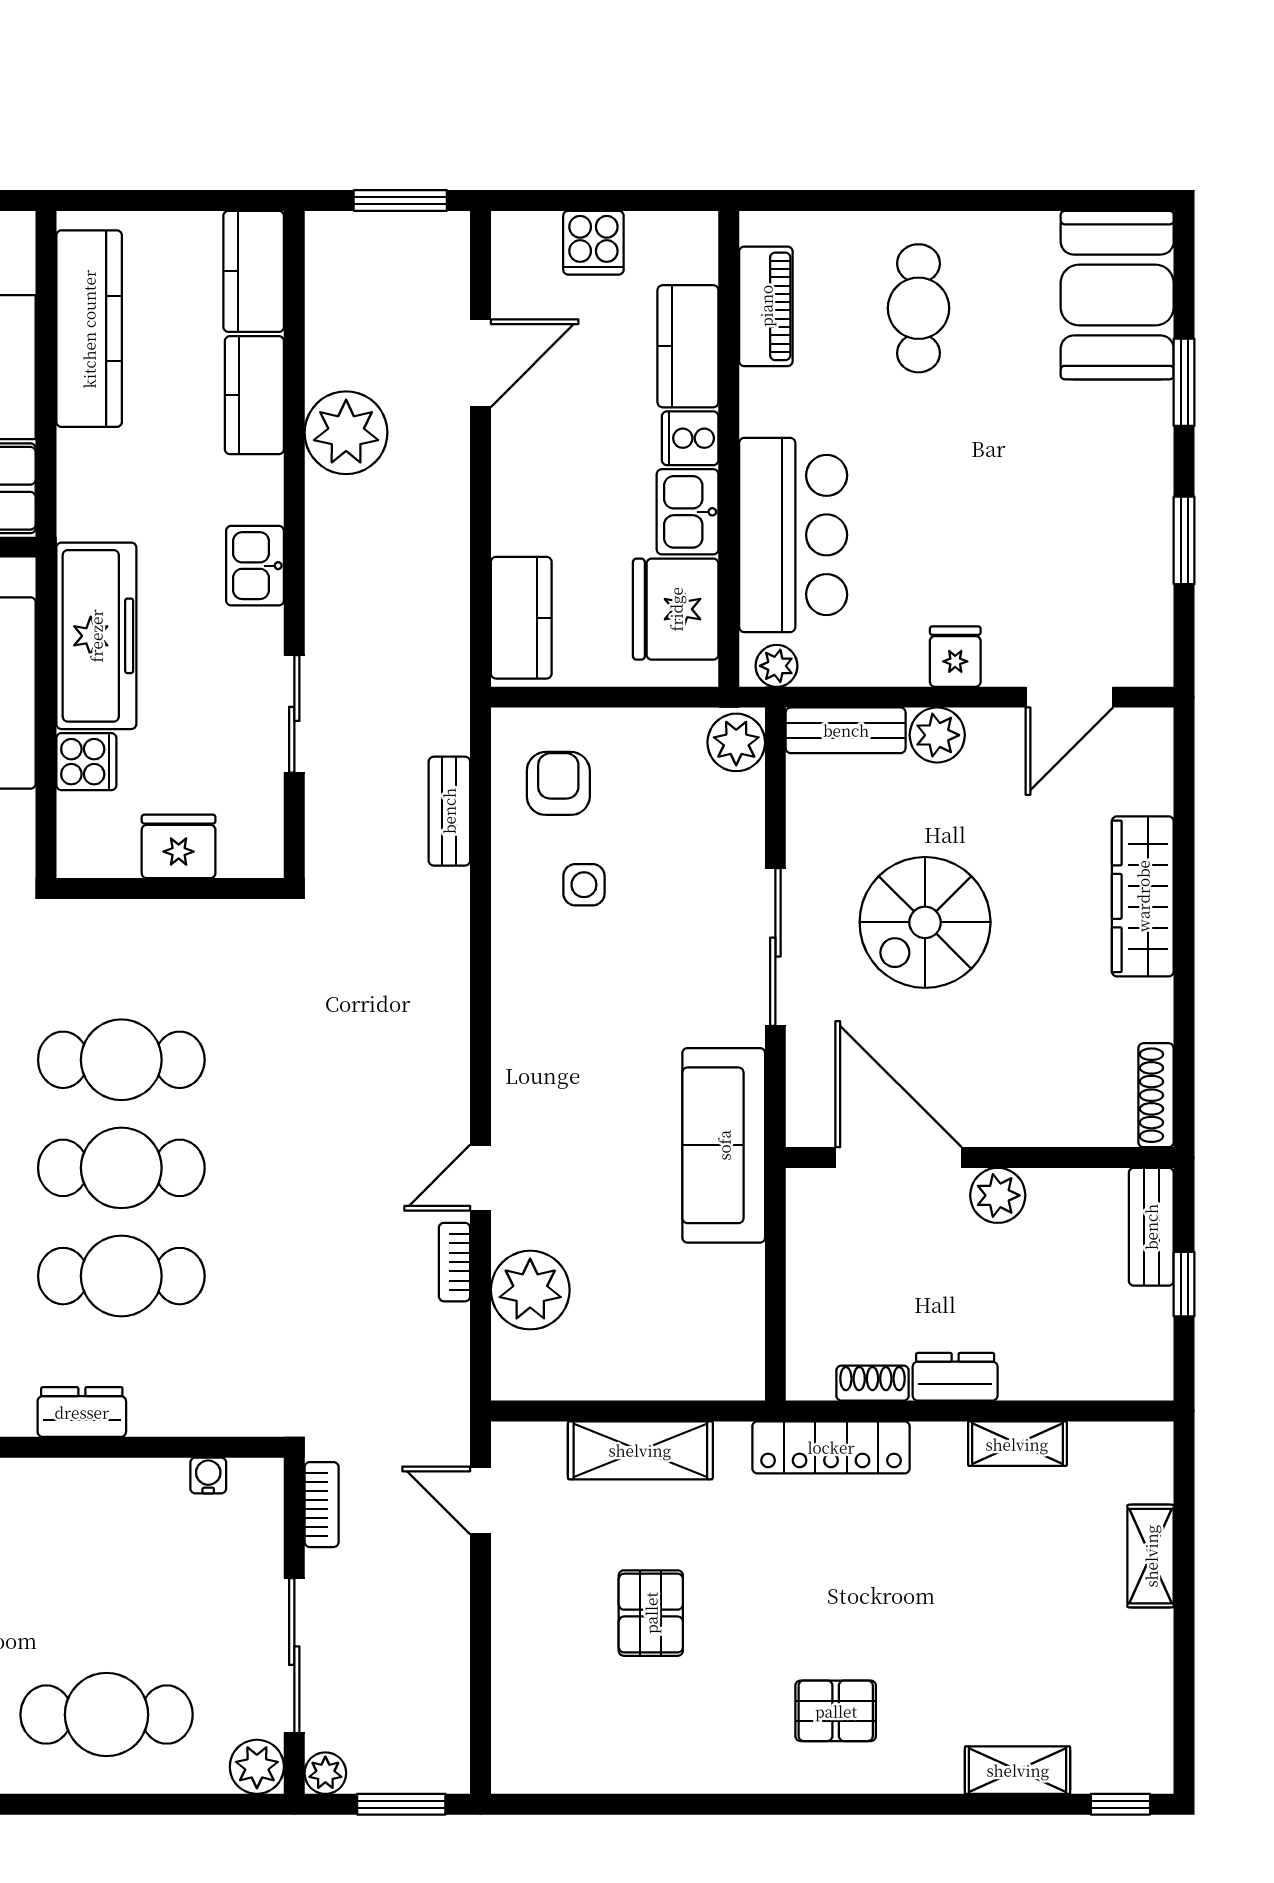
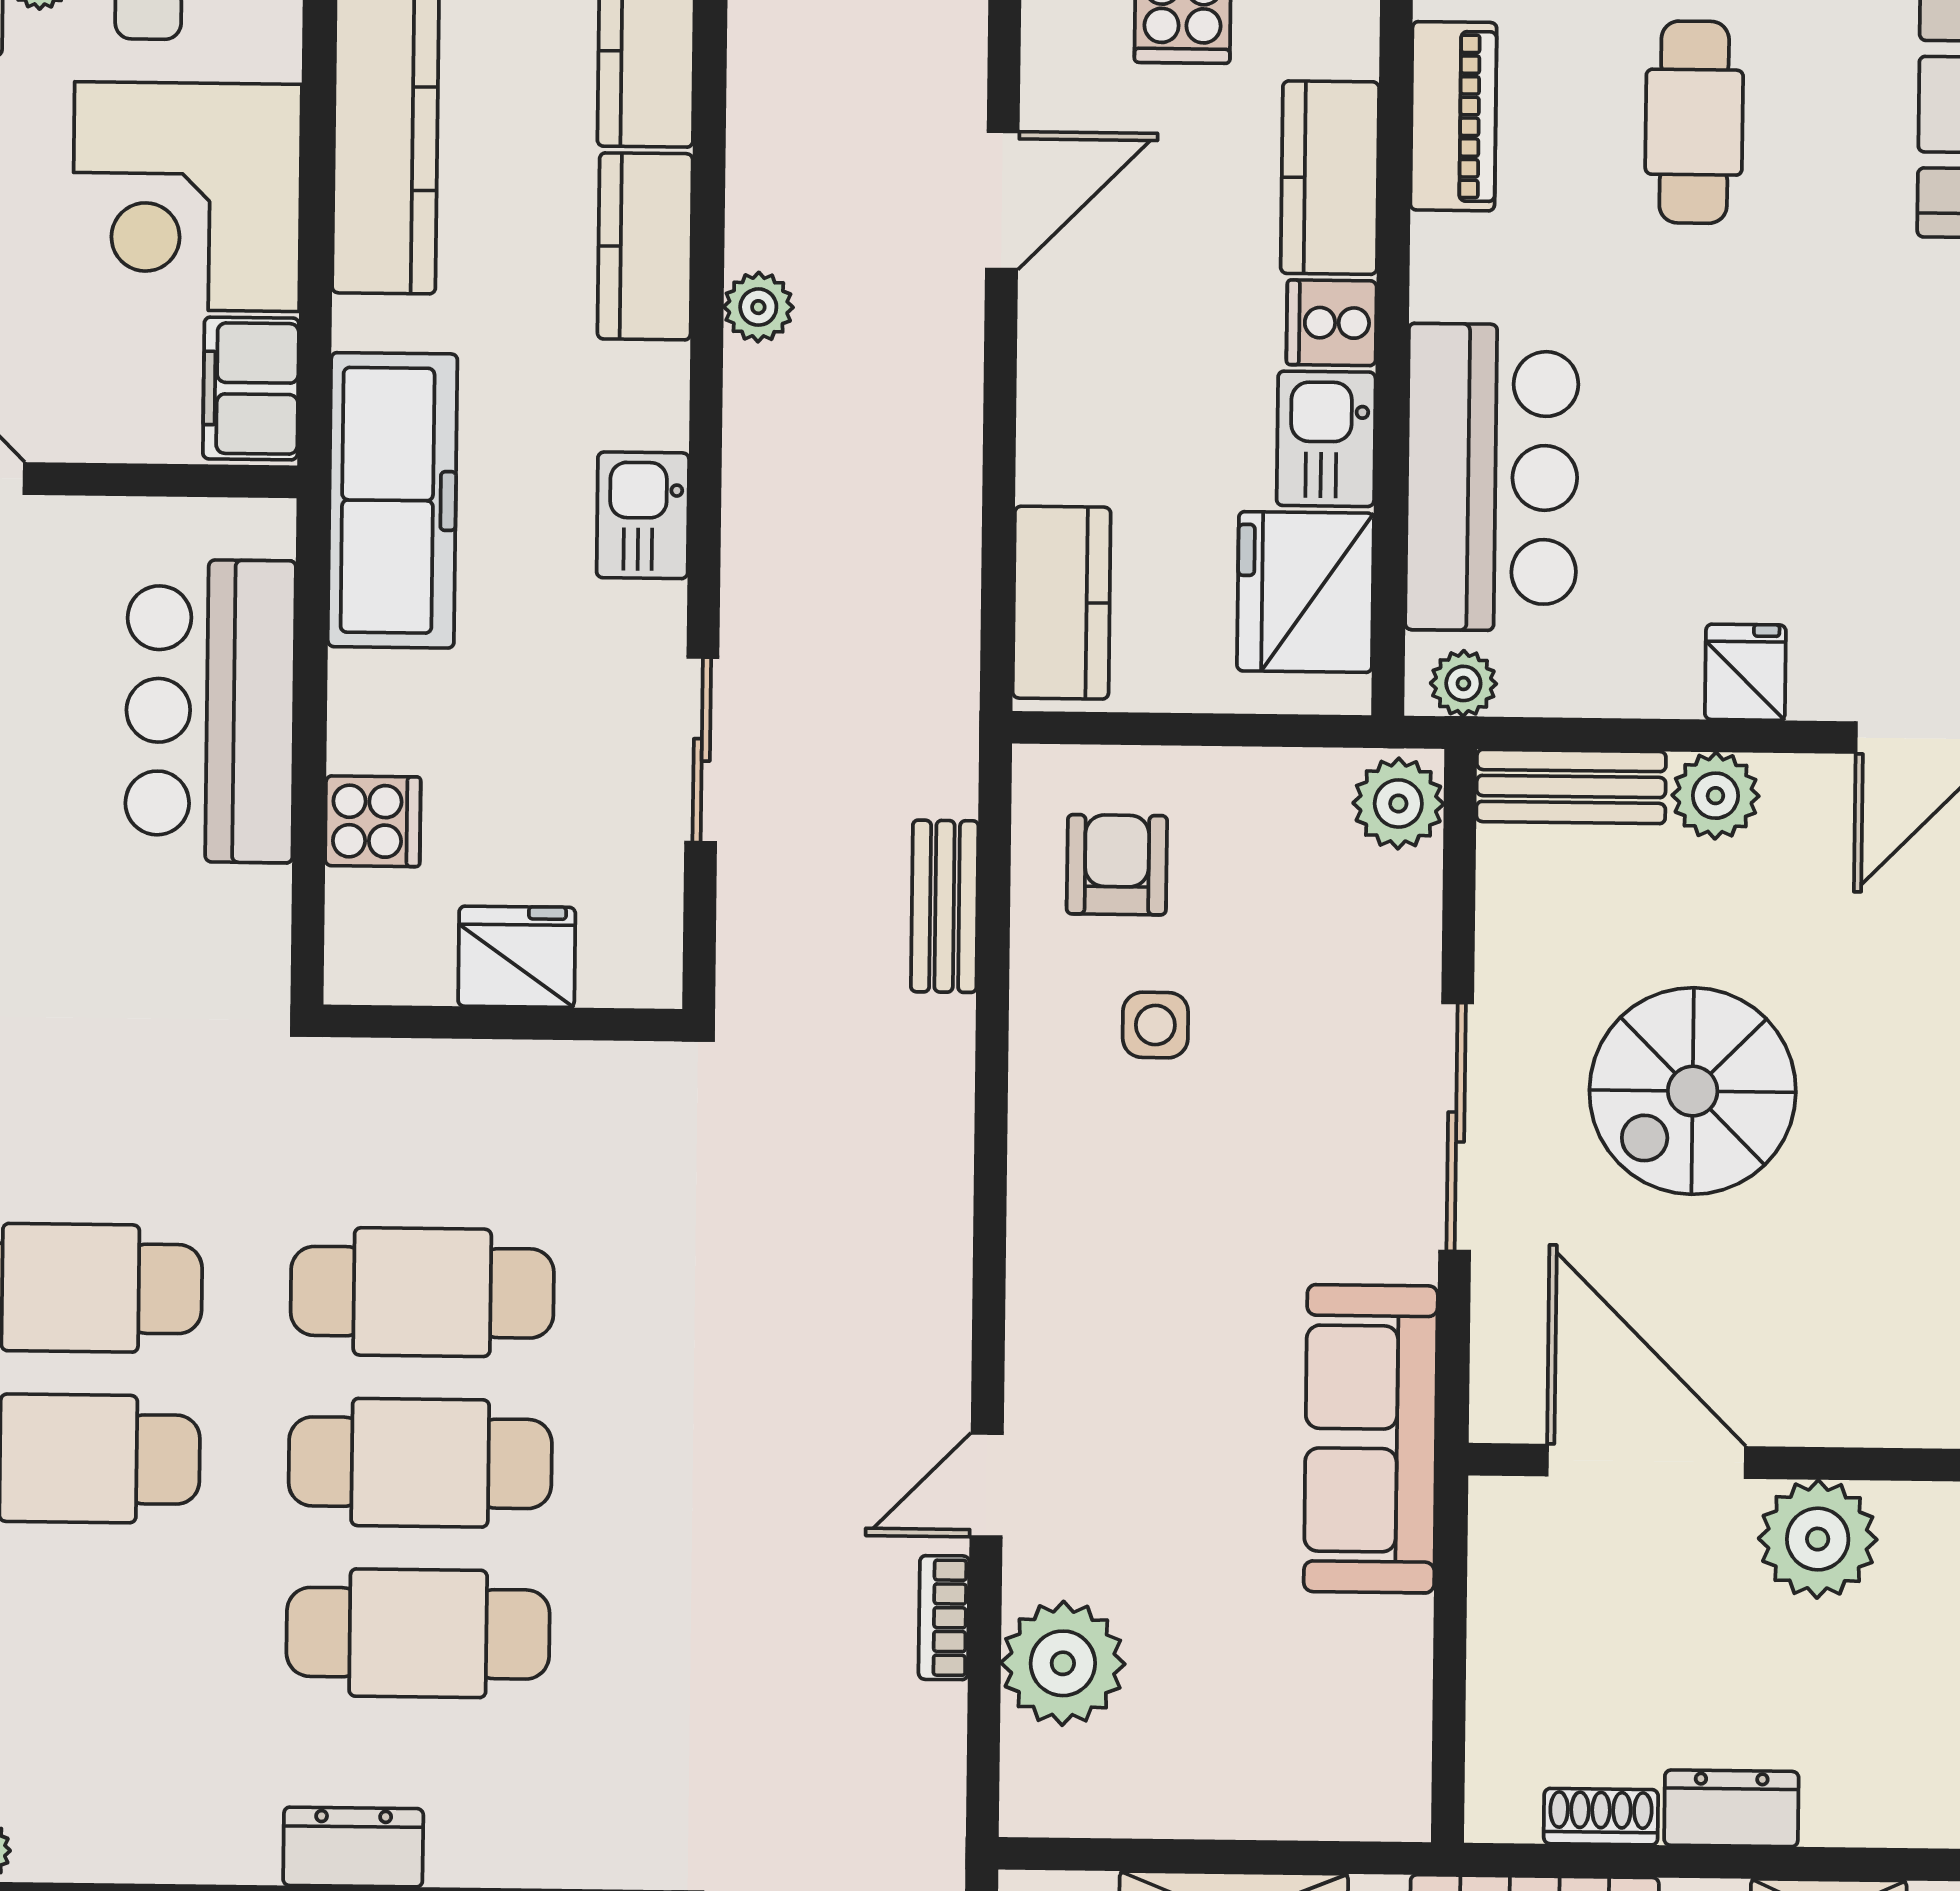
plant: (346, 433) -> (758, 307), width x0.53, depth x0.53
freezer: (96, 636) -> (393, 500), moved
plant: (998, 1195) -> (1818, 1539), width x1.36, depth x1.36

